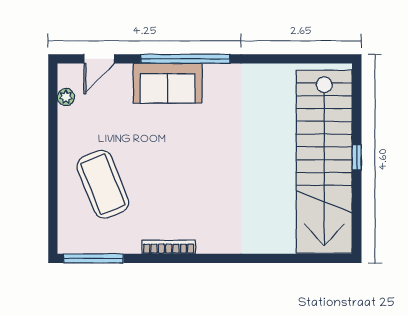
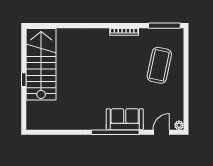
plant: (66, 97) -> (179, 125), moved
stairs: (324, 162) -> (41, 64), width x0.73
coffee table: (103, 184) -> (159, 65), turned 34

